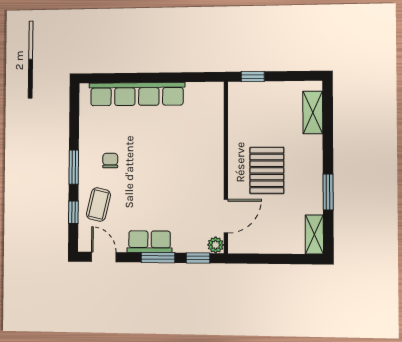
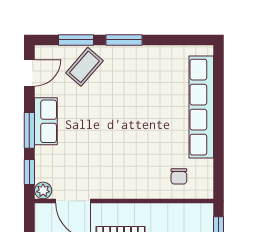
chair: (110, 161) -> (179, 176), moved, turned 90
coffee table: (98, 205) -> (84, 67), turned -62
window: (73, 212) -> (76, 40), width x1.50

